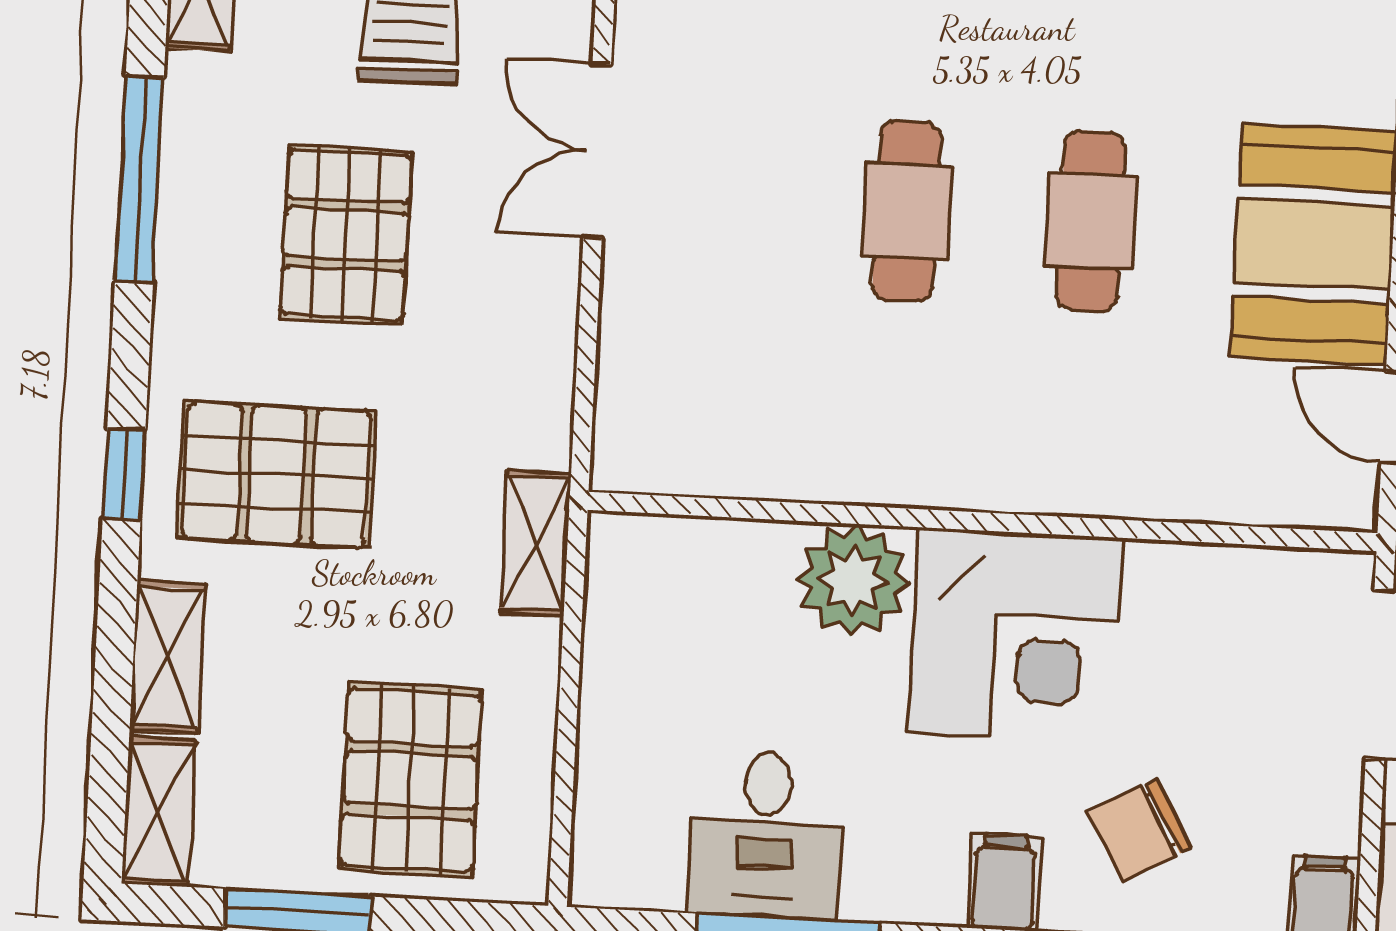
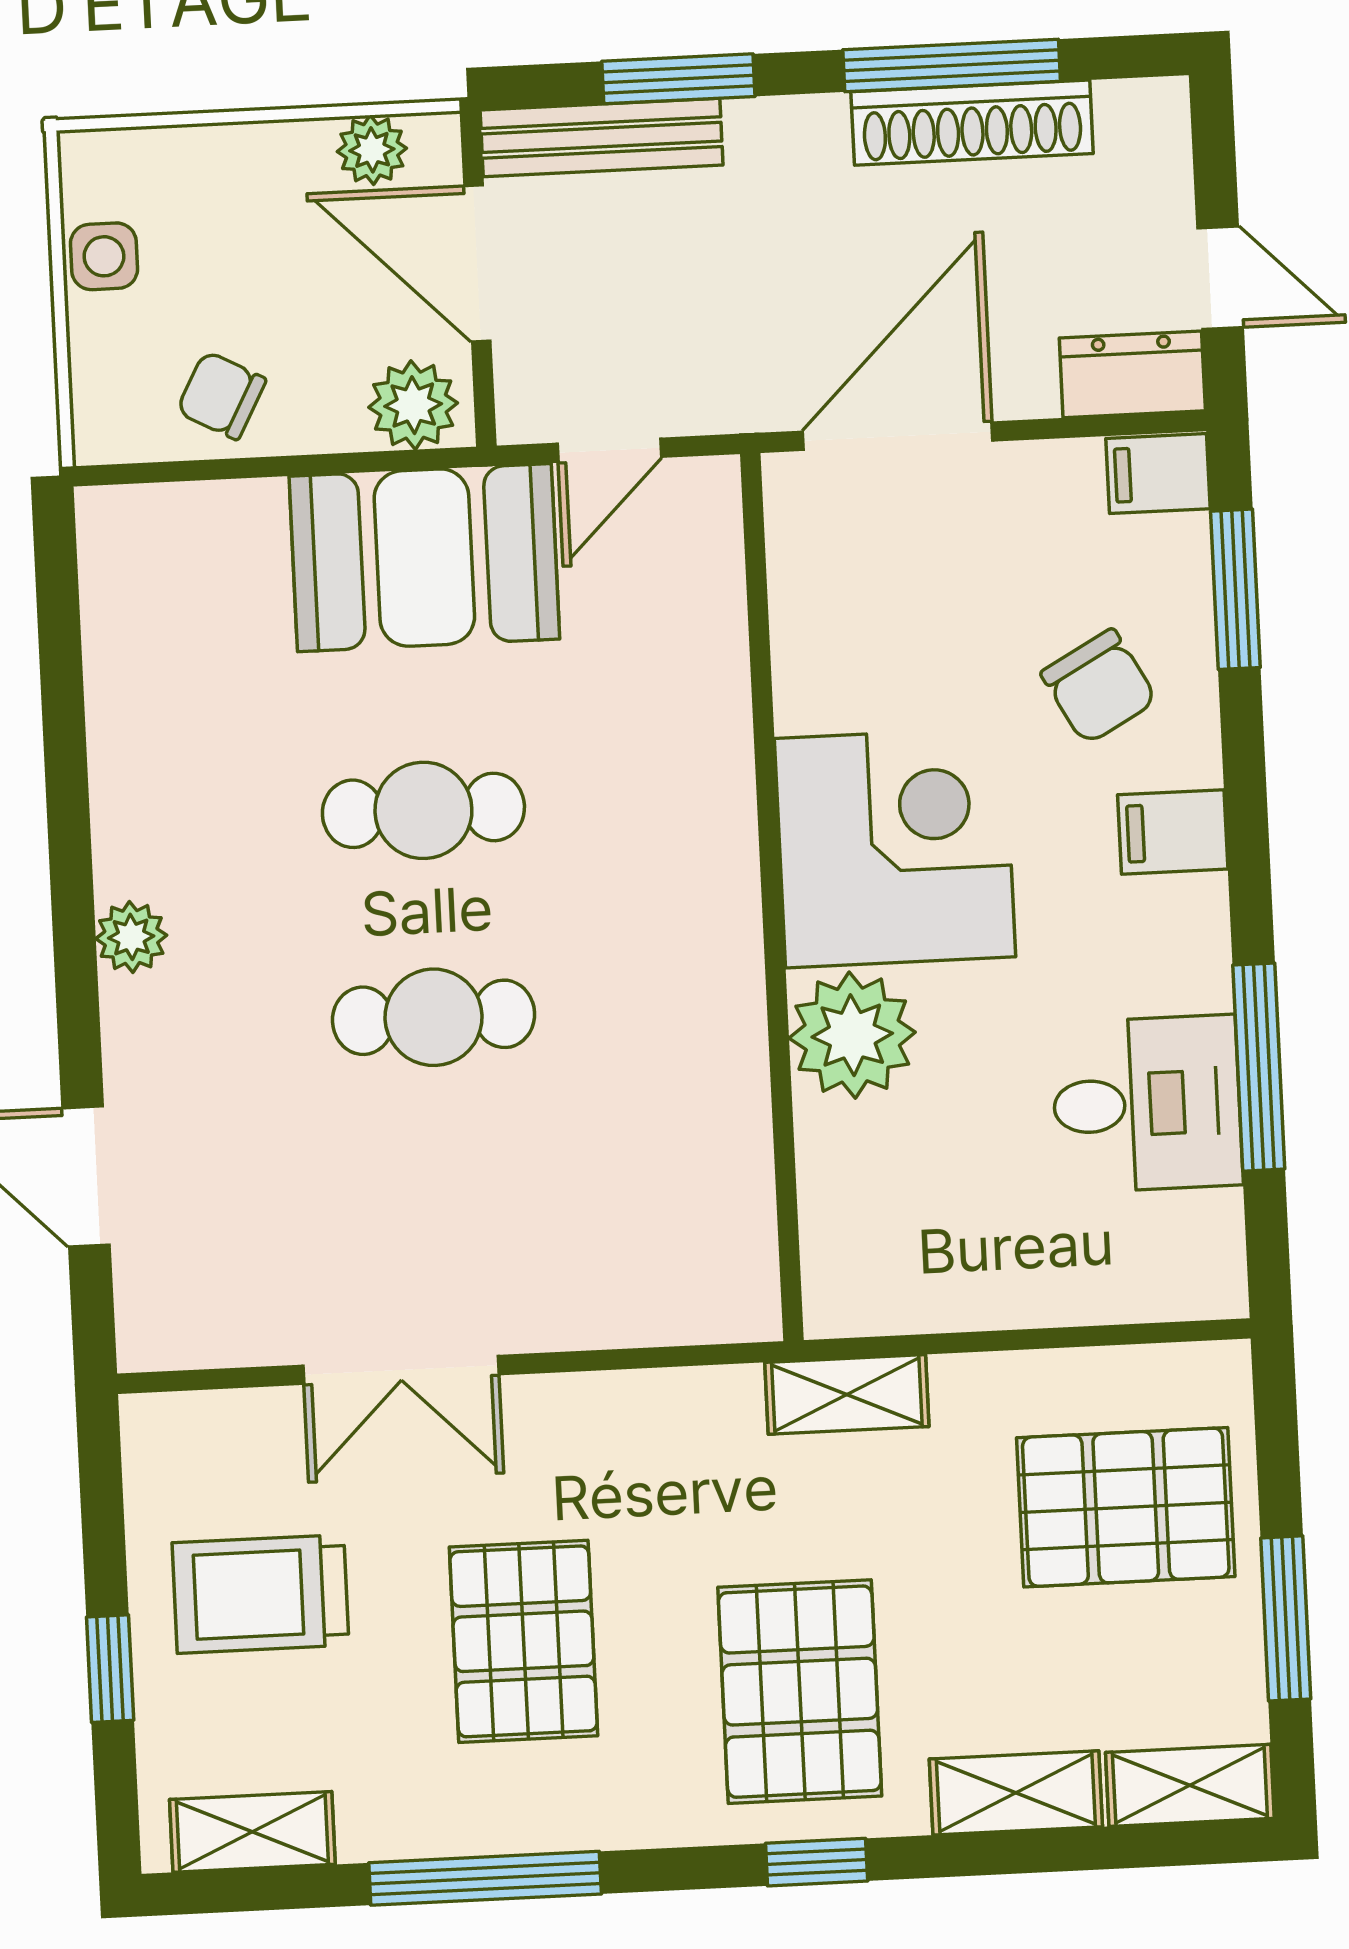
pallet: (346, 235) -> (523, 1641), turned 90

